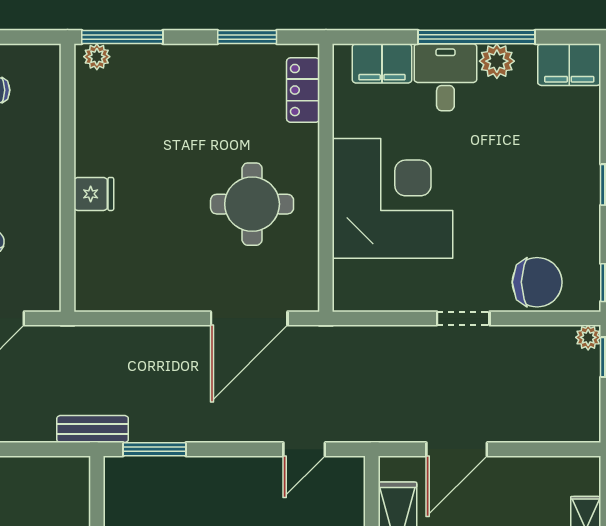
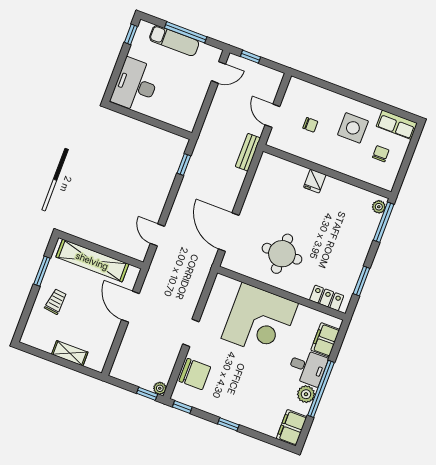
chair: (537, 282) -> (195, 374), turned -90
bench: (93, 429) -> (248, 152), moved
window: (155, 449) -> (184, 164), width x0.67

